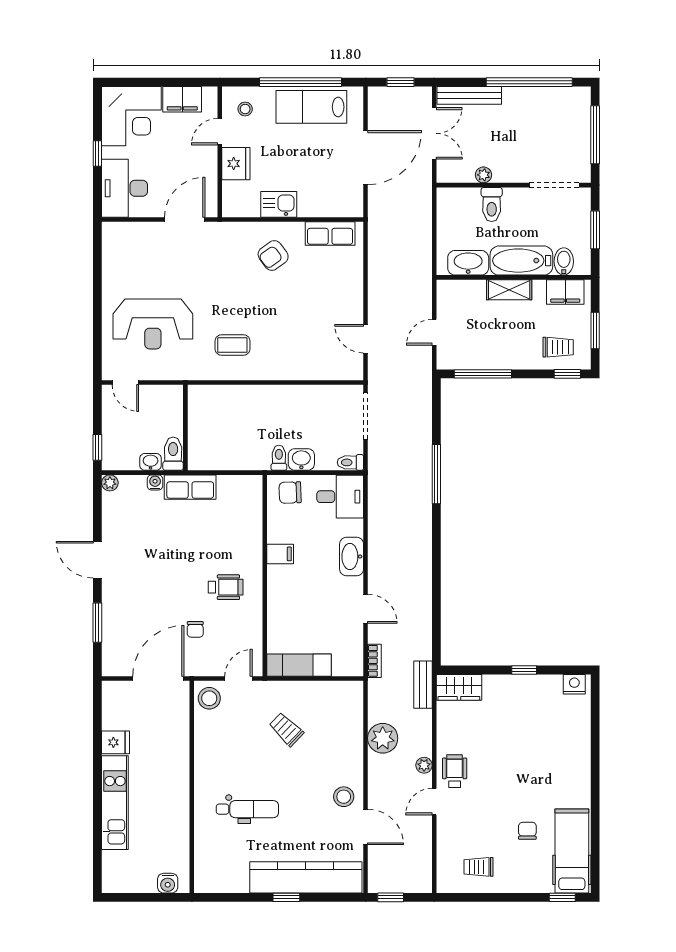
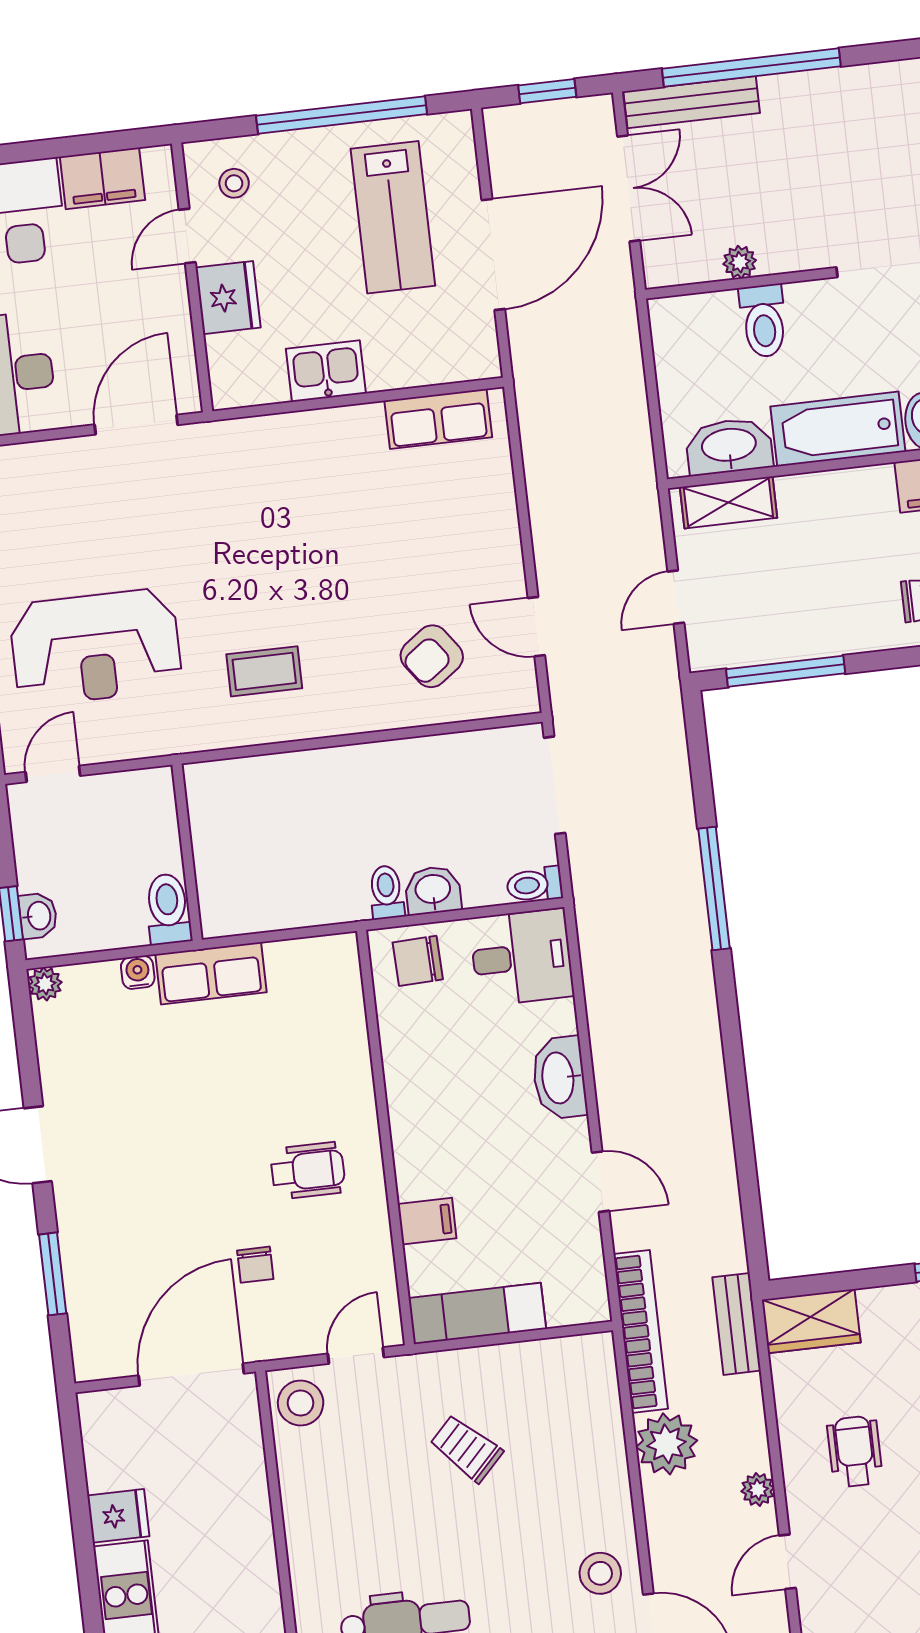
window: (529, 82) -> (751, 68), moved
lab bench: (311, 107) -> (393, 217), moved, turned -90
armchair: (273, 255) -> (432, 656), moved
shelving: (509, 290) -> (728, 502), moved
door: (125, 383) -> (53, 774), swing flipped
washbasin: (151, 462) -> (38, 916), moved, turned 90
filing cabinet: (280, 554) -> (427, 1221), moved
bookcase: (374, 661) -> (641, 1331), width x2.31, depth x1.31
wheelchair: (455, 771) -> (855, 1451), moved

